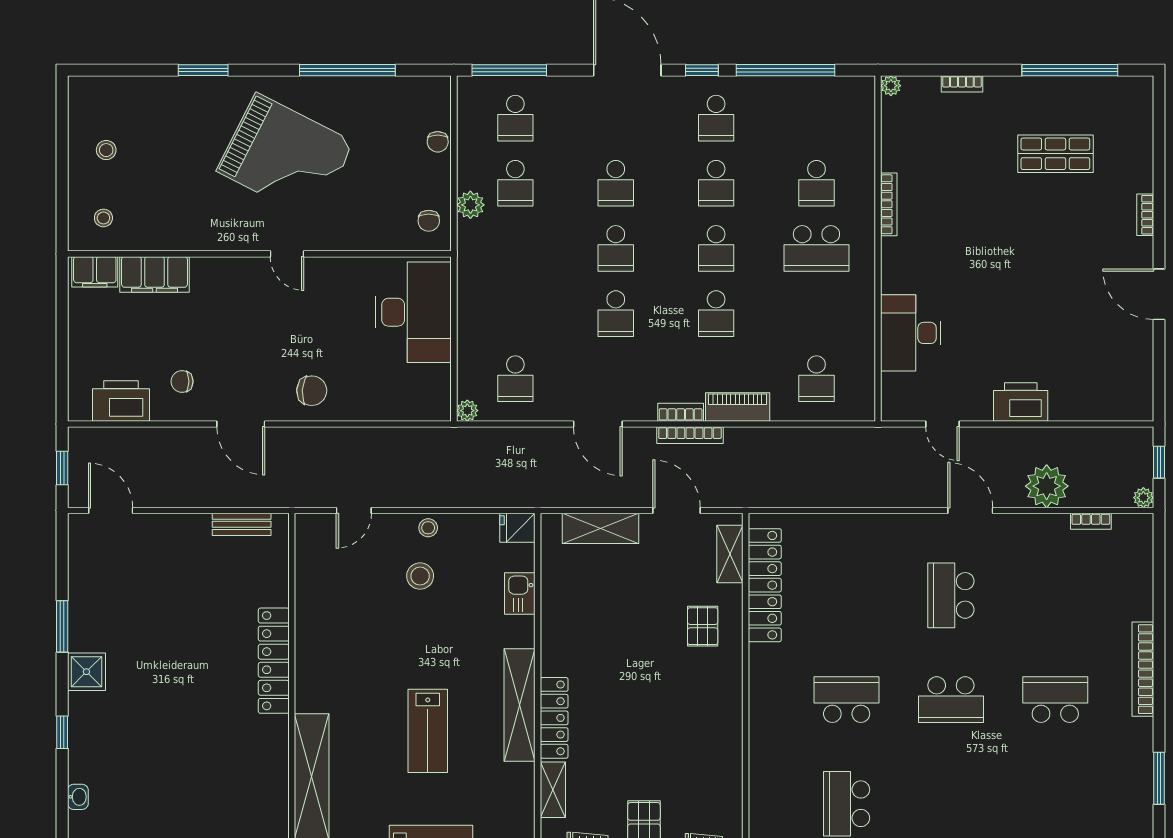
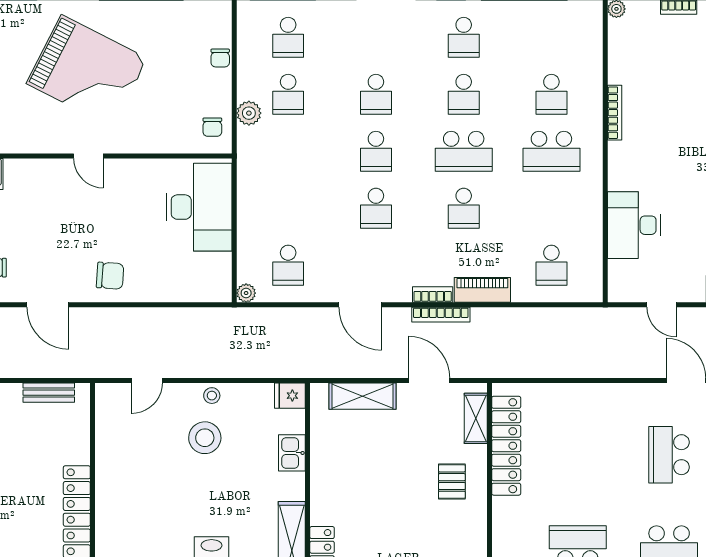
school desk: (716, 248) -> (464, 151), width x1.85
stool: (420, 576) -> (205, 438), width x1.38, depth x1.38

